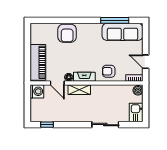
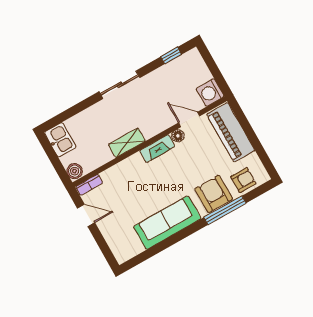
window: (115, 20) -> (225, 210), moved
sofa: (122, 32) -> (167, 223), moved
armchair: (109, 71) -> (243, 180), moved
shelving: (79, 90) -> (127, 143), moved
sliding door: (105, 125) -> (119, 85), moved

